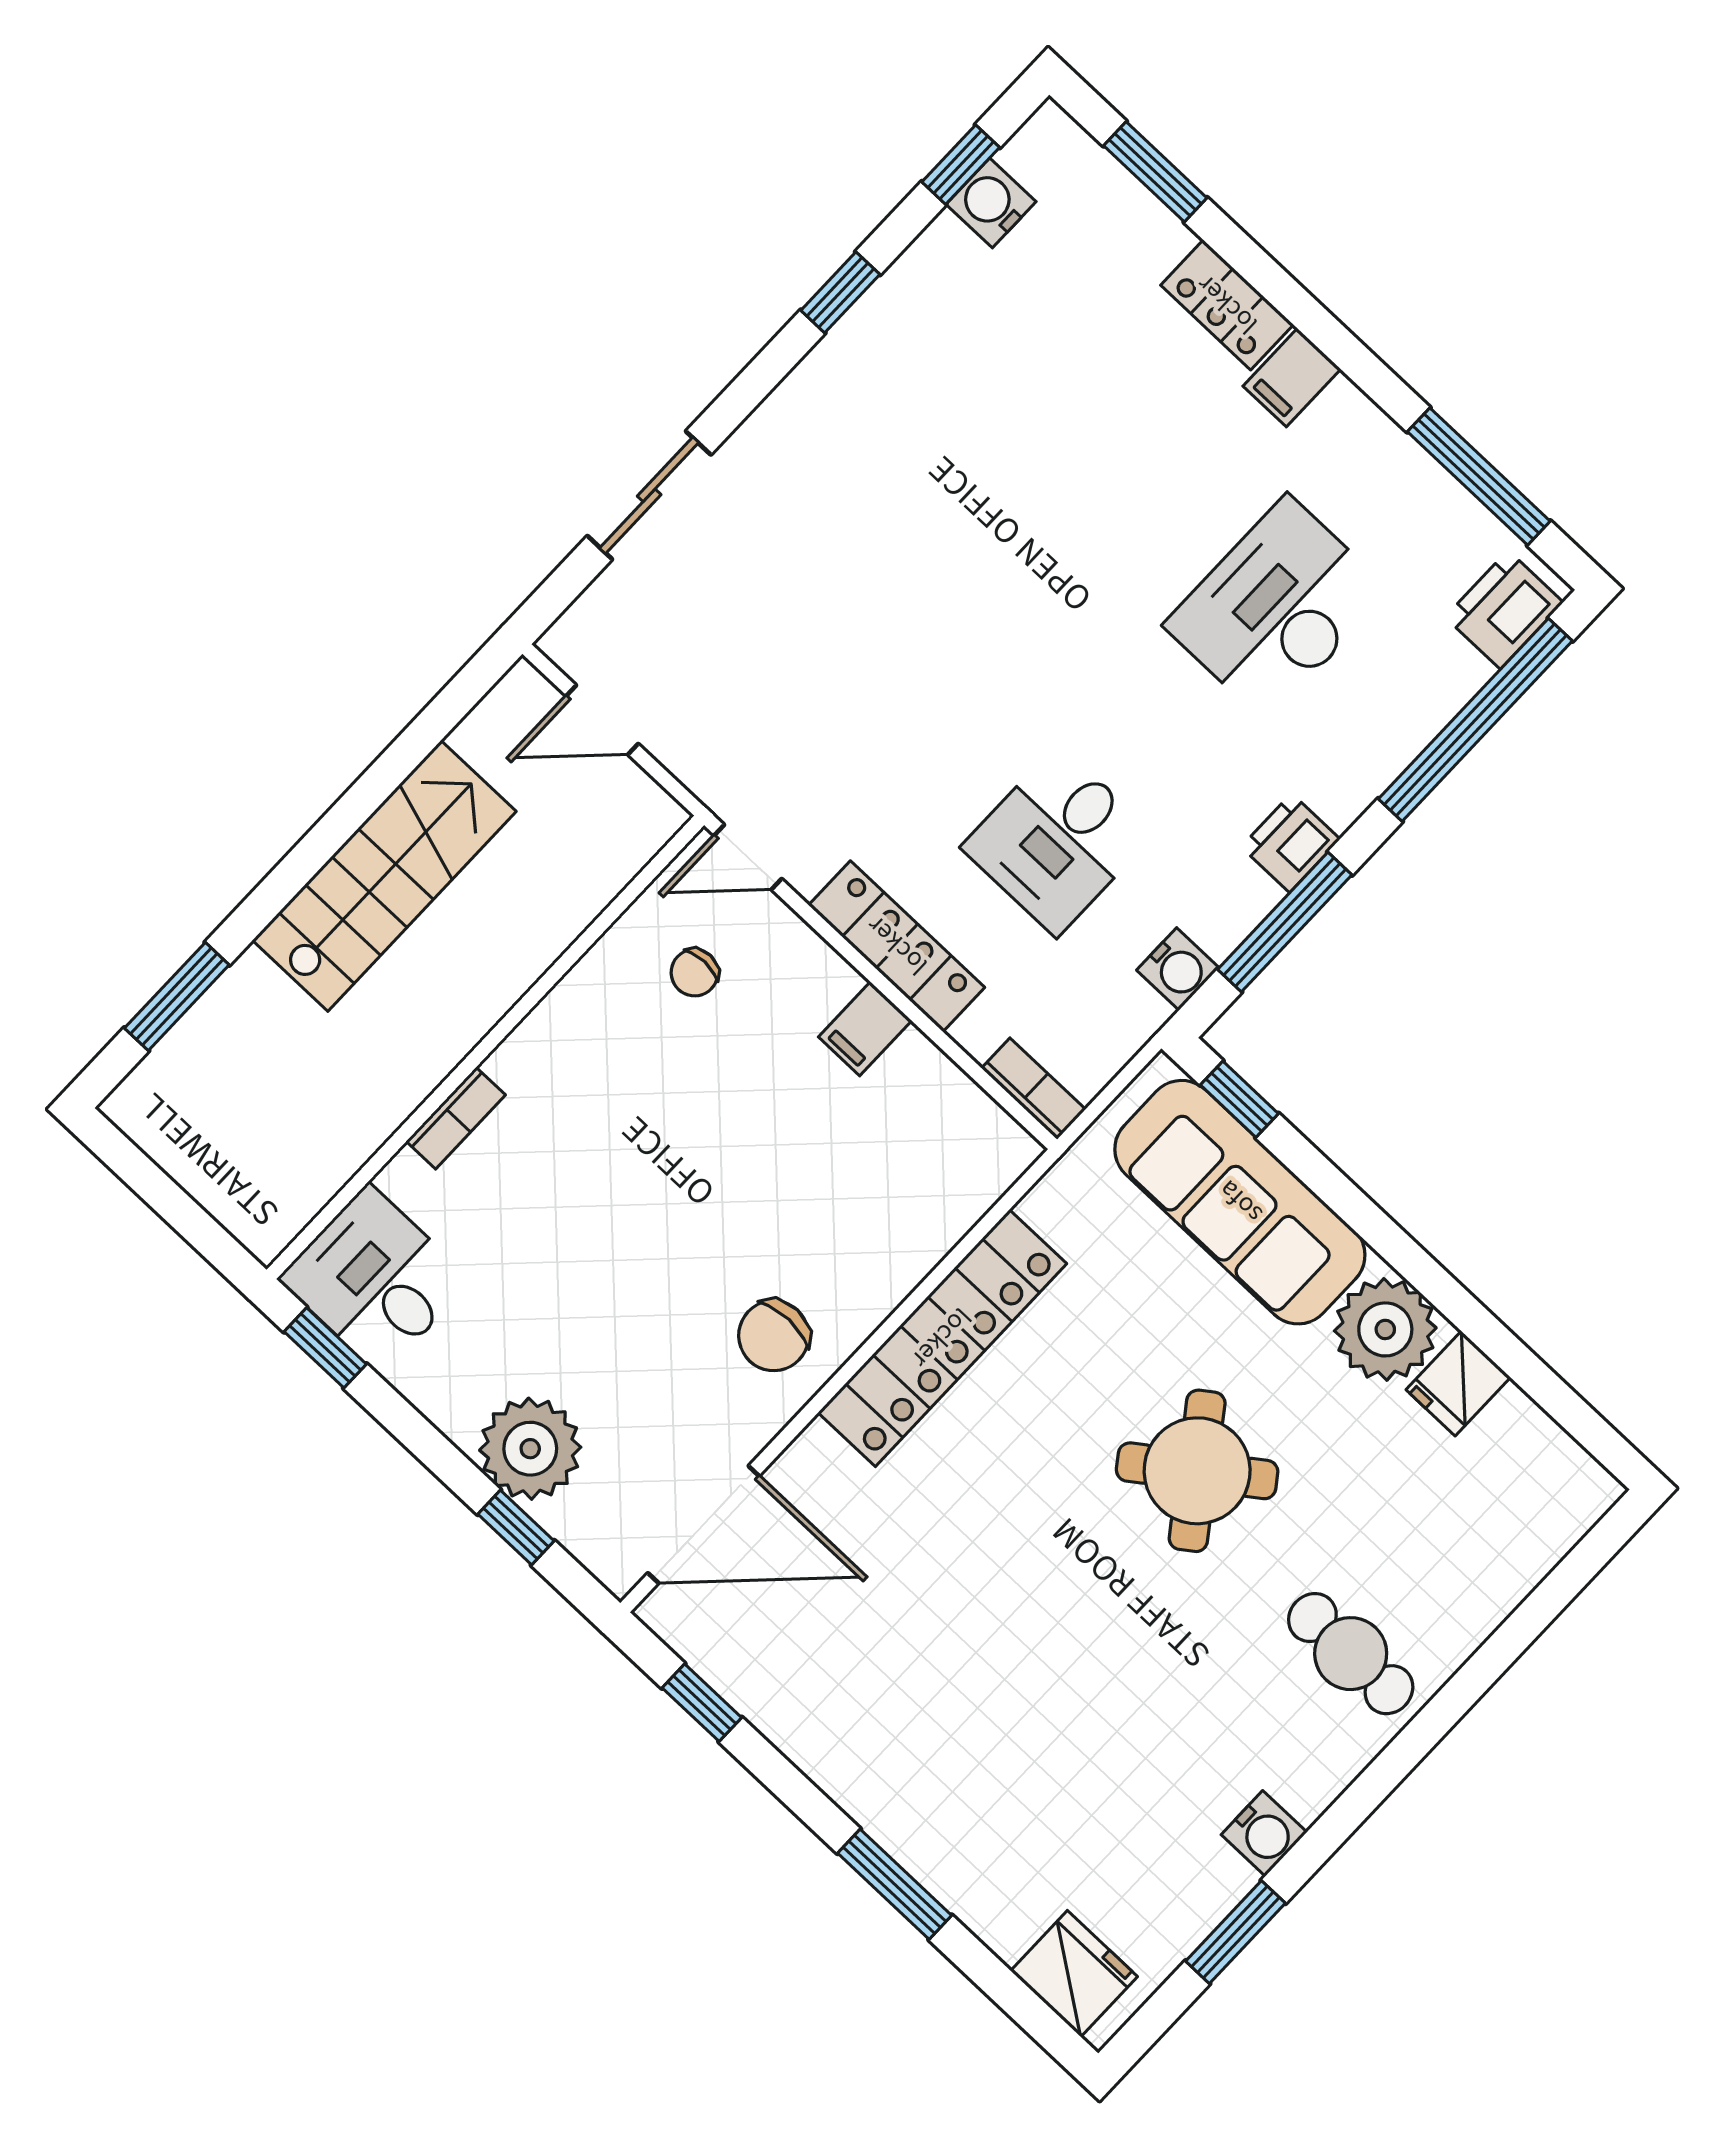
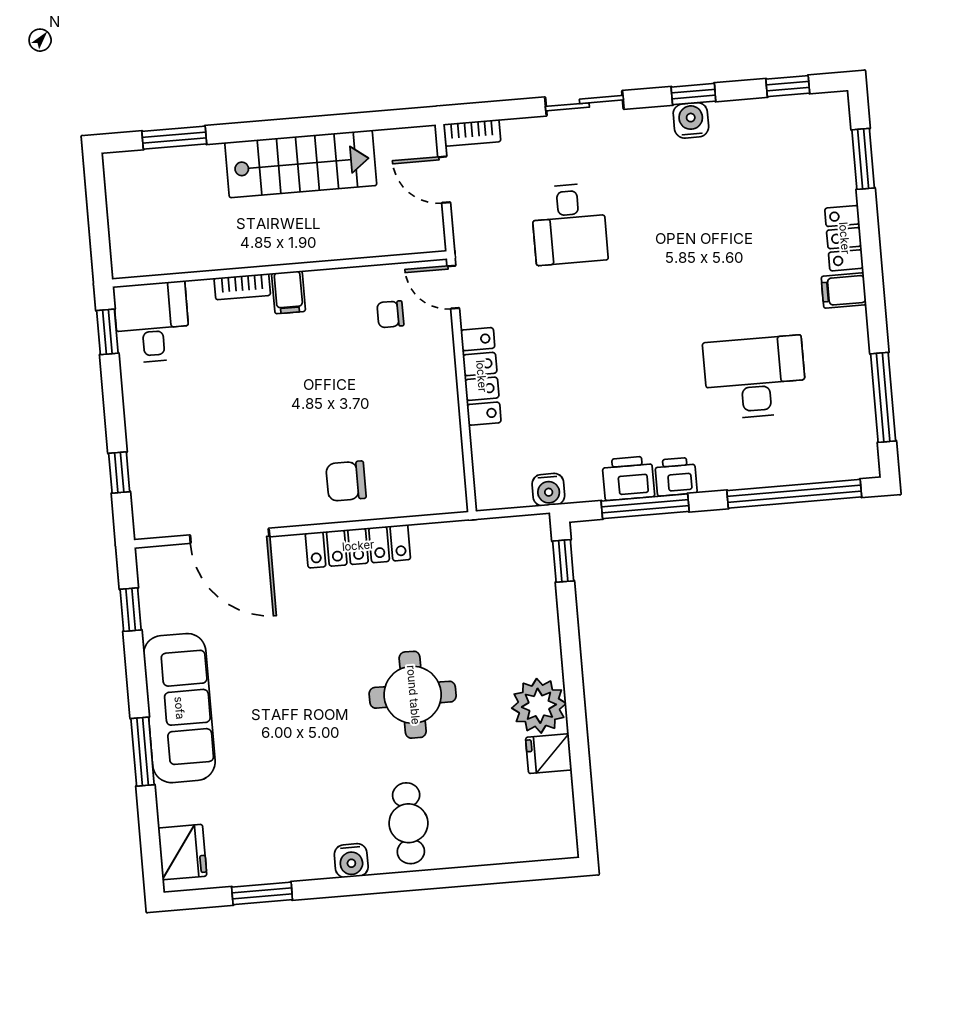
water cooler: (991, 203) -> (691, 120), moved
sliding door: (649, 495) -> (584, 103), moved
printer: (1504, 610) -> (628, 478), moved
desk: (1058, 841) -> (569, 224), moved, turned -90
water cooler: (1178, 969) -> (548, 490), moved
filing cabinet: (865, 1029) -> (289, 292), moved, turned -90
bookcase: (1034, 1089) -> (472, 133), moved, turned 90
sofa: (1240, 1202) -> (179, 708), moved, turned 180
chair: (774, 1336) -> (346, 481), moved
locker: (942, 1338) -> (358, 546), width x0.71, depth x0.83
plant: (530, 1449) -> (153, 446), removed
round table: (1197, 1471) -> (413, 695), turned 36
door: (704, 1525) -> (230, 536), moved
water cooler: (1264, 1833) -> (351, 861), moved

